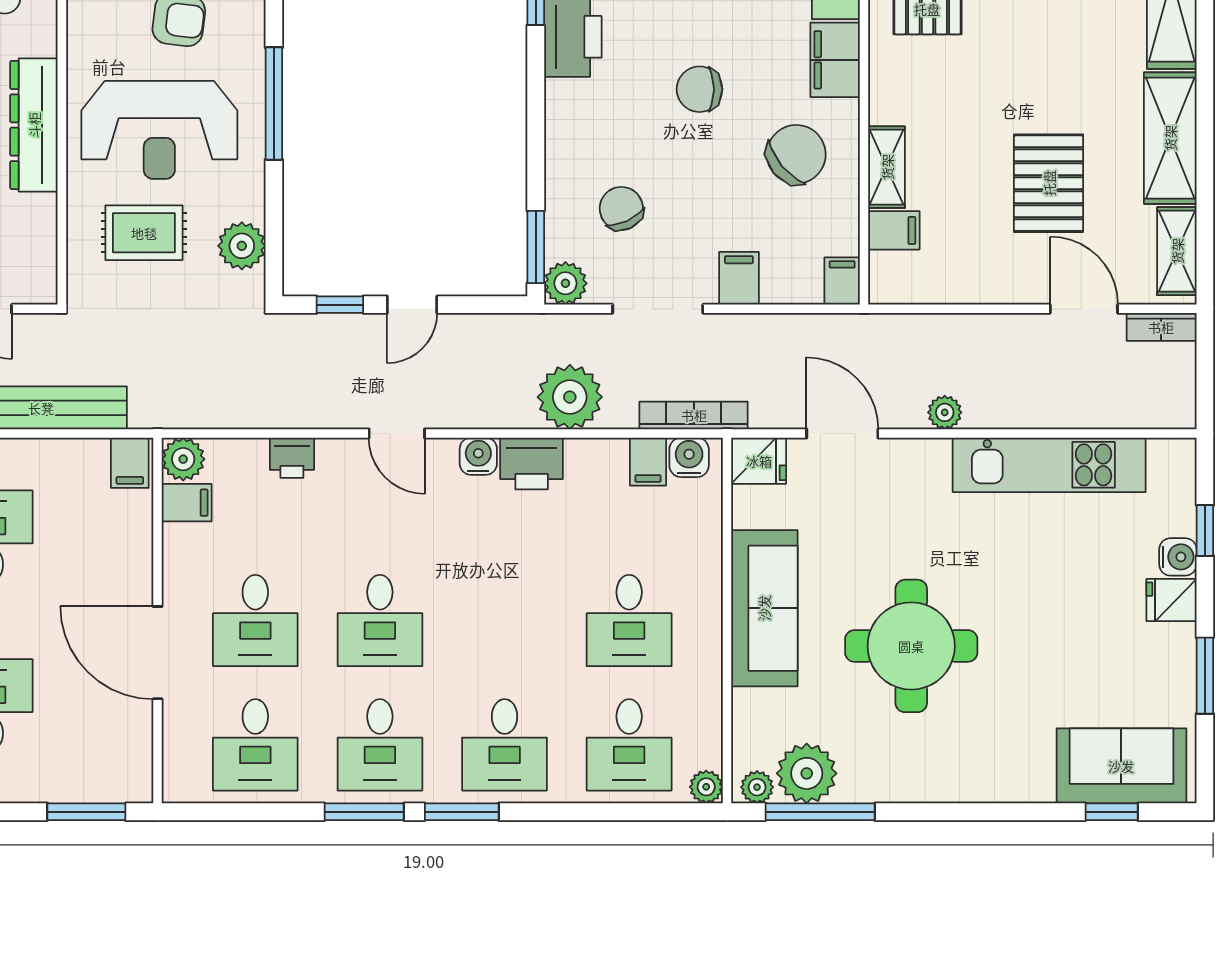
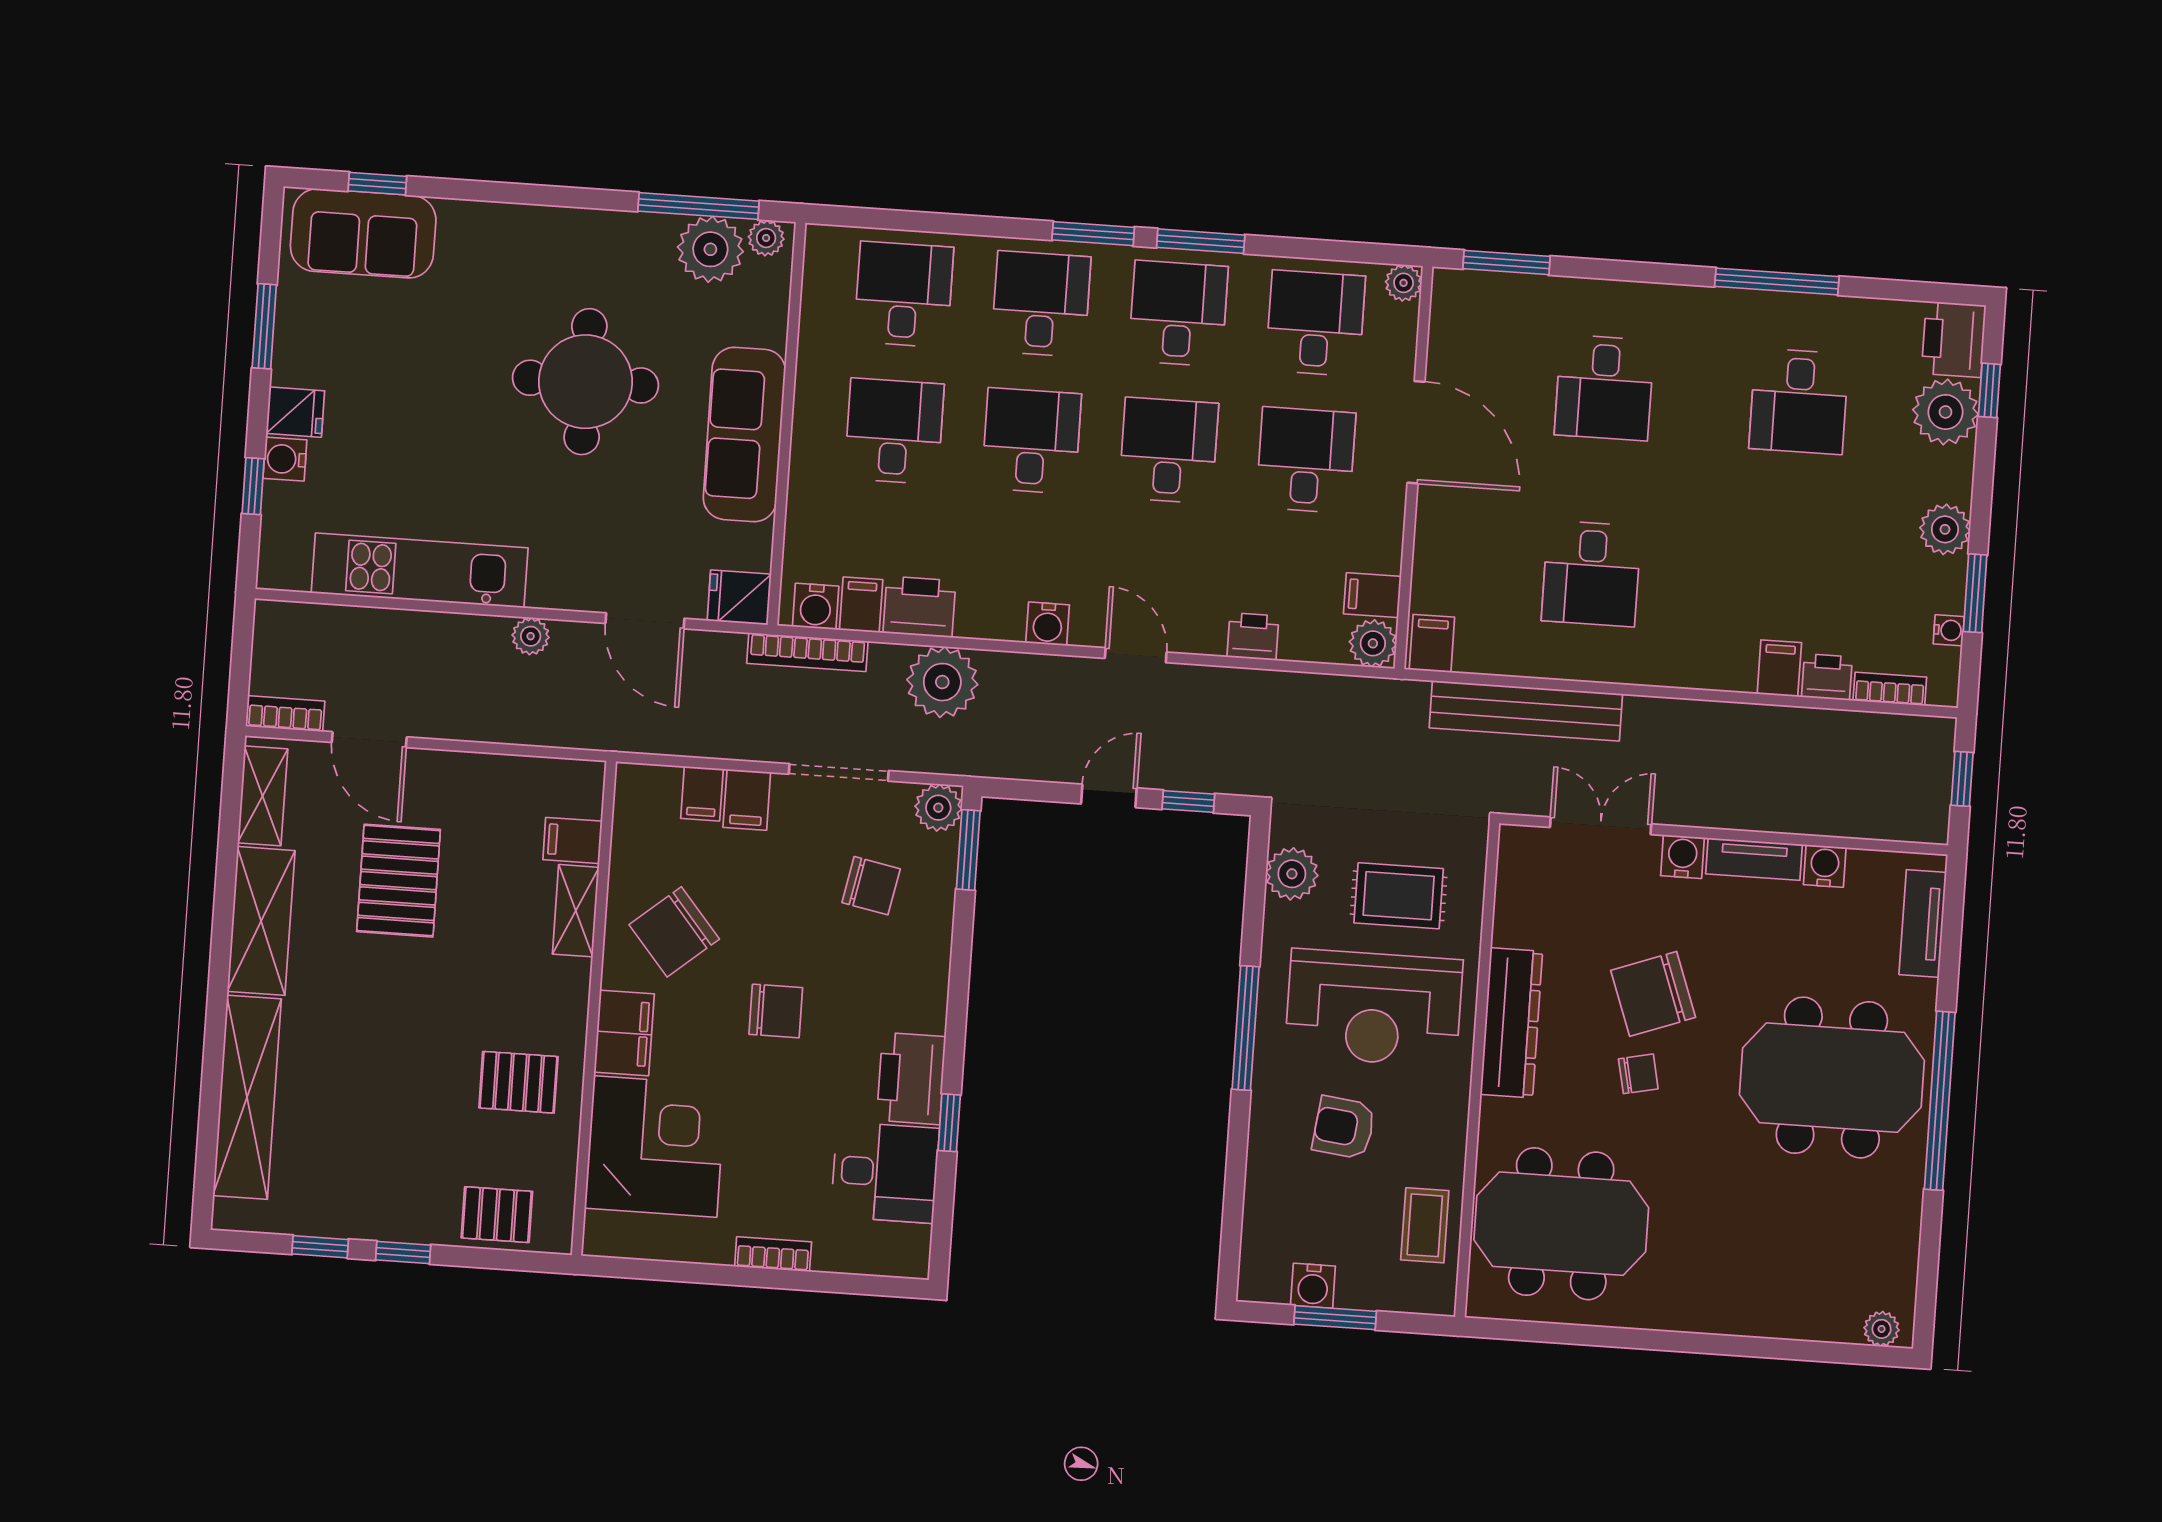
reception desk: (159, 130) -> (1374, 1008), turned 180
chair: (621, 208) -> (871, 886), turned -54
filing cabinet: (842, 281) -> (702, 794), moved
printer: (532, 464) -> (919, 607), moved
desk: (505, 621) -> (1031, 441), added
plant: (706, 787) -> (1404, 283), moved

